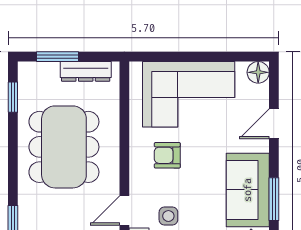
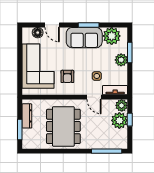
floor lamp: (258, 72) -> (38, 33), moved
window: (13, 97) -> (39, 151), removed
dining table: (64, 147) -> (63, 126), turned 90

